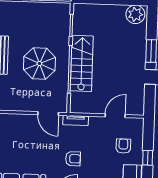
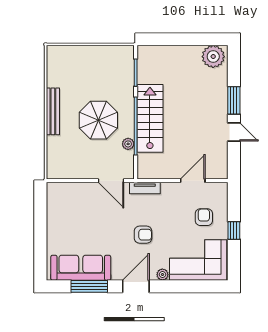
plant: (63, 84) -> (128, 144), added

